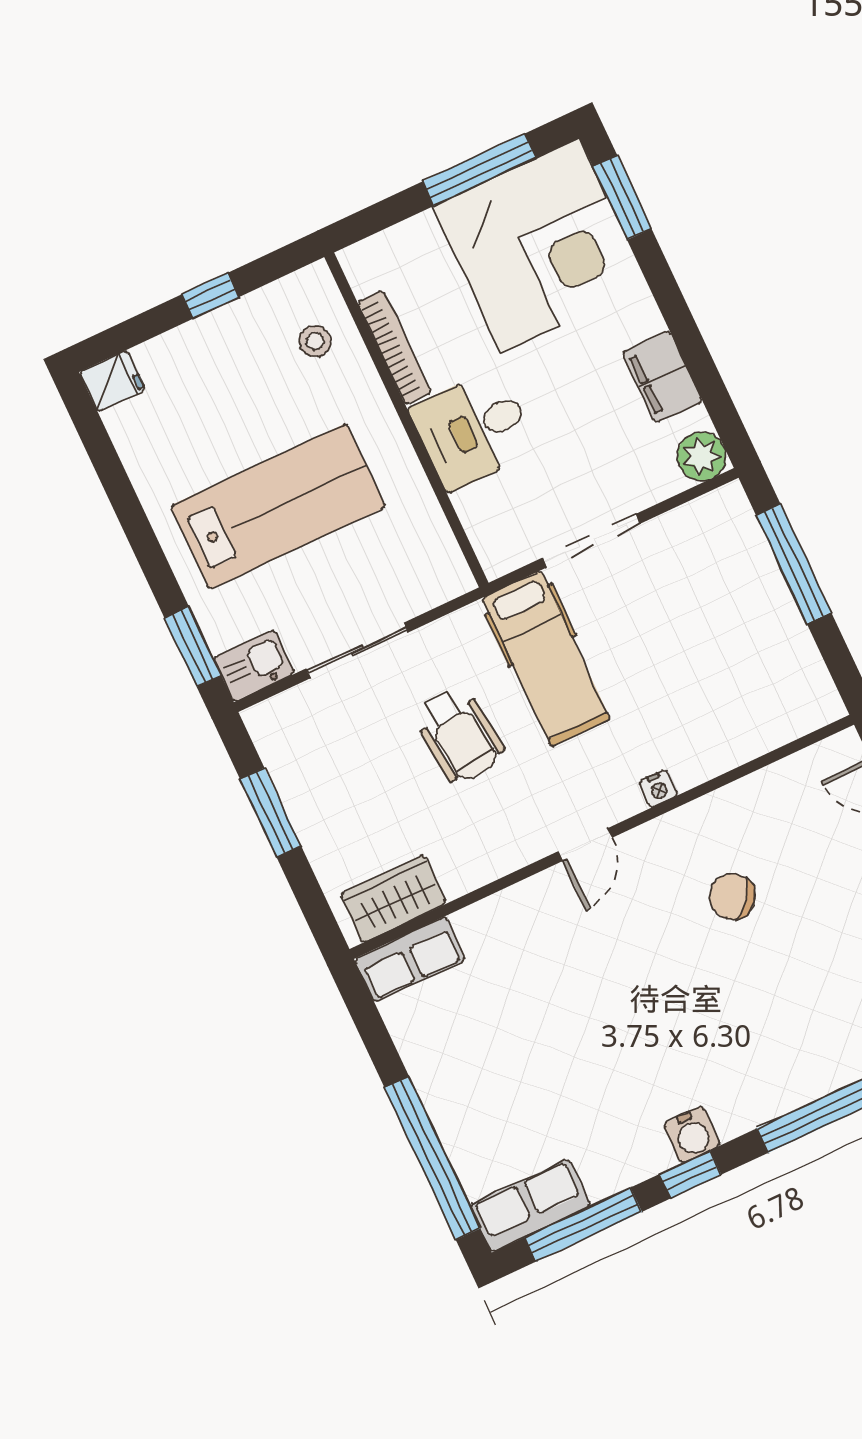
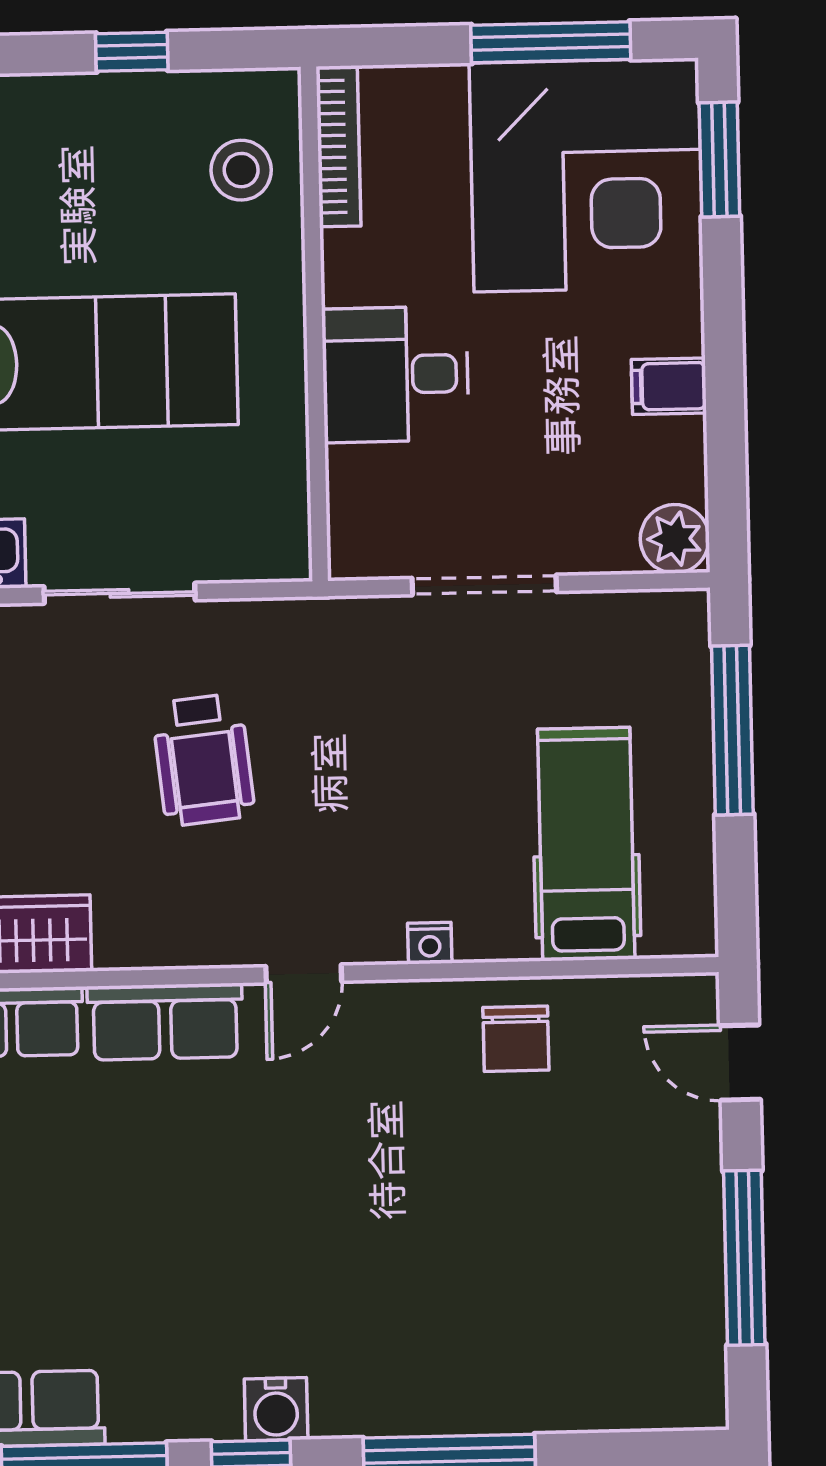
stool: (315, 341) -> (241, 170), width x1.37, depth x1.37
bookcase: (394, 347) -> (338, 146), moved
filing cabinet: (662, 377) -> (669, 386), width x0.50
hospital bed: (546, 659) -> (586, 844), moved, turned 180
chair: (732, 897) -> (516, 1039), moved, turned -129
row of seats: (509, 915) -> (165, 1022), added

